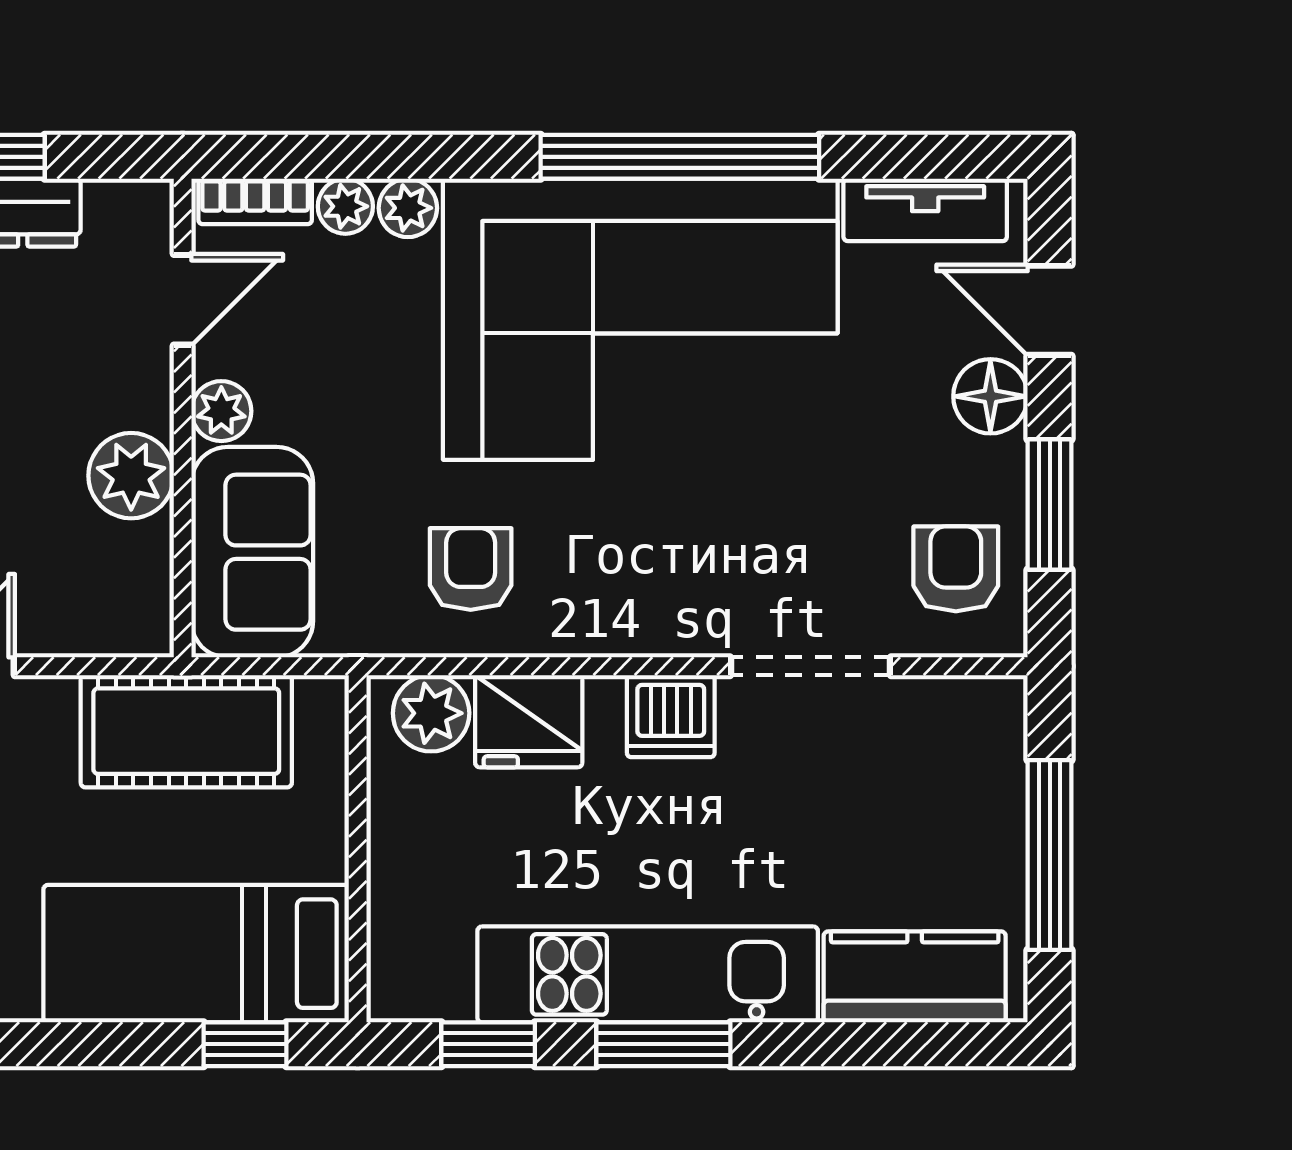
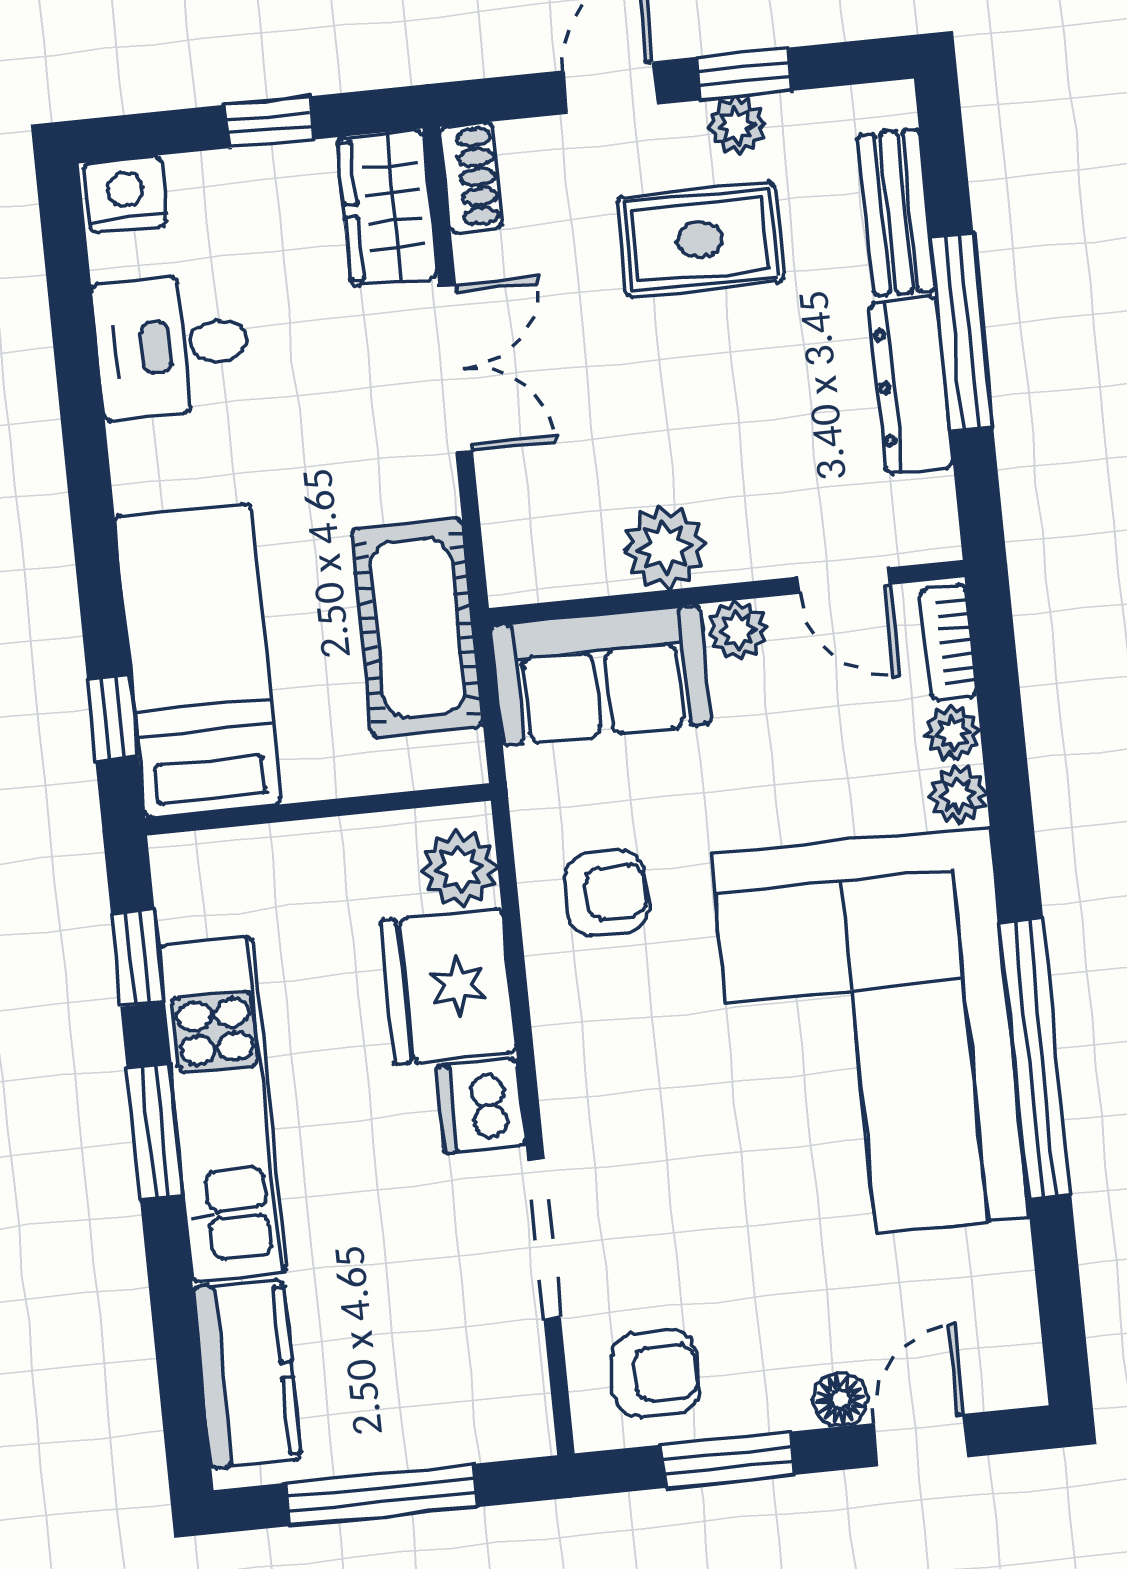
tv unit: (925, 210) -> (1007, 1307), removed
floor lamp: (990, 396) -> (841, 1399), width x0.73, depth x0.73
fridge: (529, 721) -> (448, 987), width x1.36, depth x1.34

